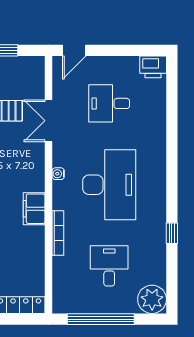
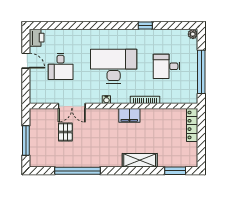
door: (74, 50) -> (26, 61), moved
plant: (152, 299) -> (193, 34), width x0.53, depth x0.53

